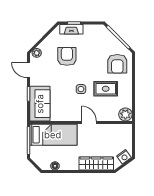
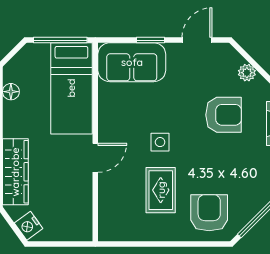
plant: (37, 53) -> (247, 73), moved
armchair: (117, 64) -> (209, 213), turned 90
plant: (125, 114) -> (111, 229), removed

